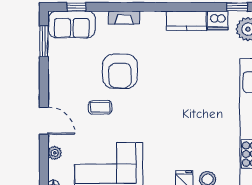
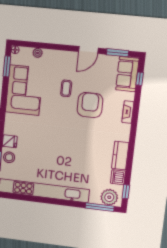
armchair: (120, 71) -> (90, 105), turned 90
door: (44, 121) -> (88, 50), moved

